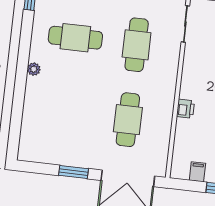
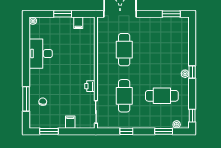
window: (22, 71) -> (192, 72), added
printer: (185, 109) -> (90, 86), moved
window: (73, 172) -> (171, 14), moved

